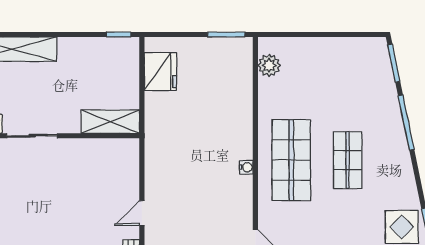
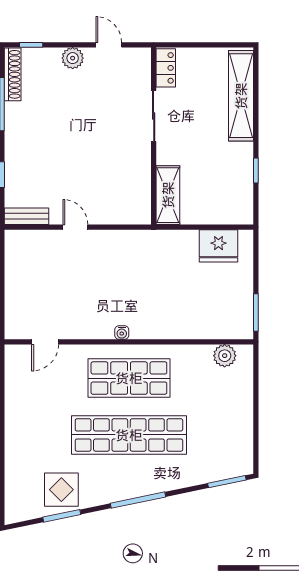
window: (119, 34) -> (256, 171), moved
window: (406, 123) -> (138, 500), moved
shop shelf: (348, 160) -> (129, 435), width x2.00, depth x1.36

